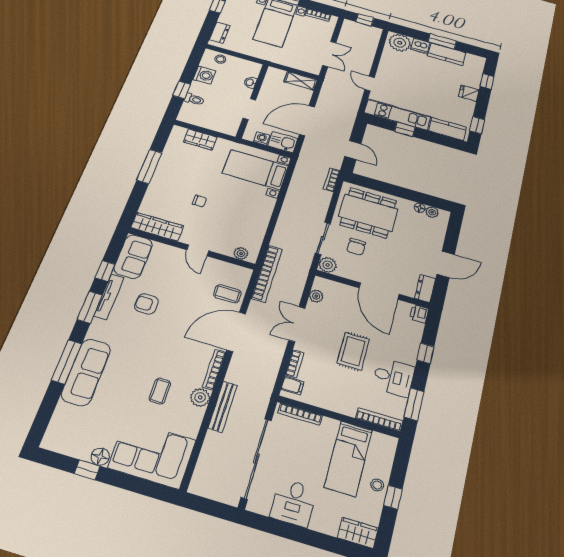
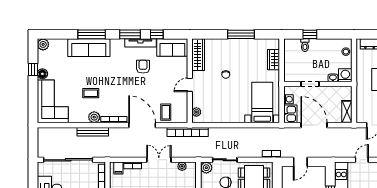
washing machine: (204, 75) -> (345, 75), moved, turned 180
plant: (52, 441) -> (43, 44), added

